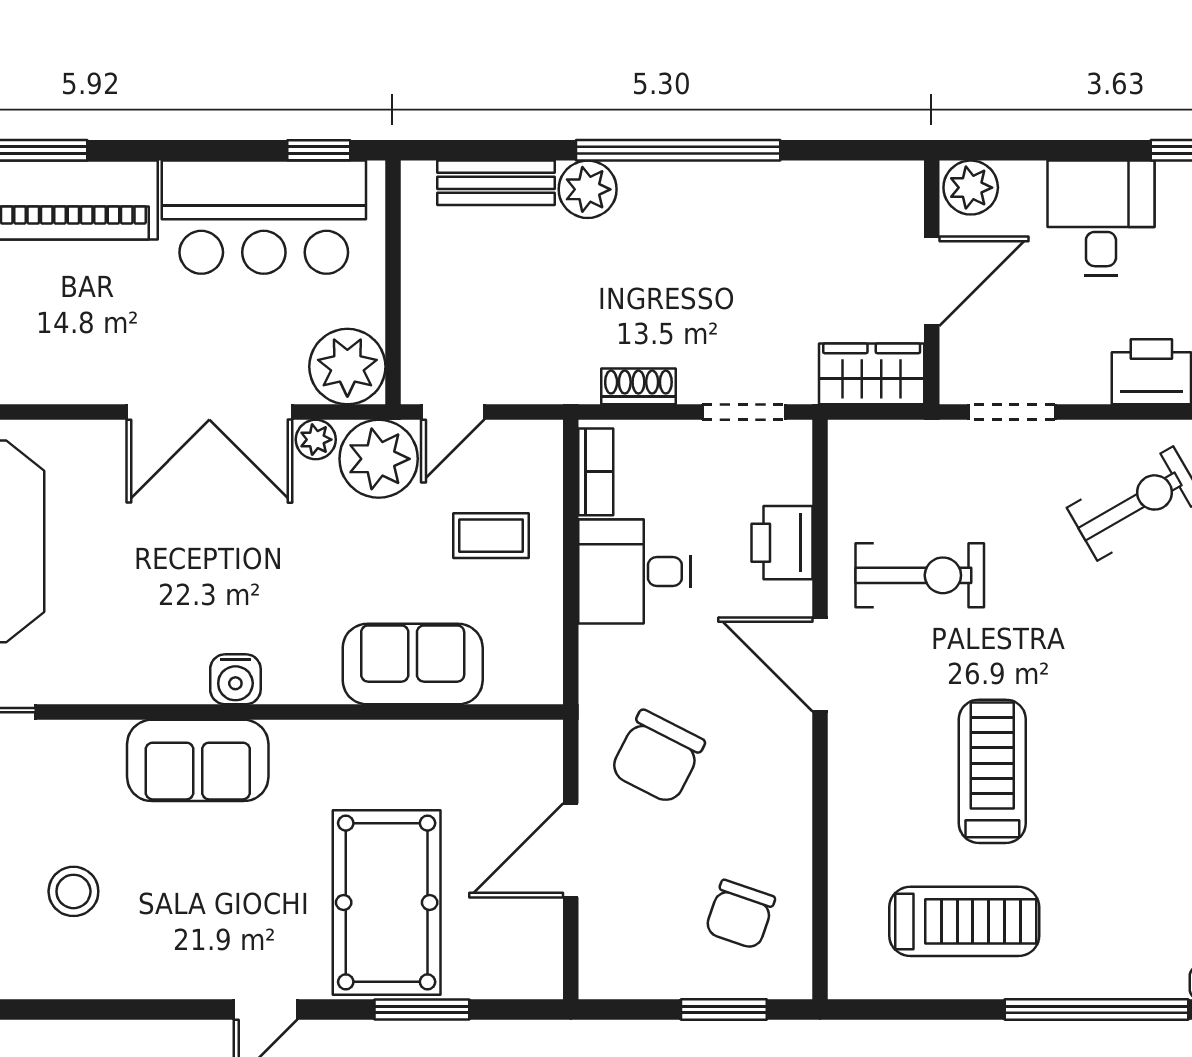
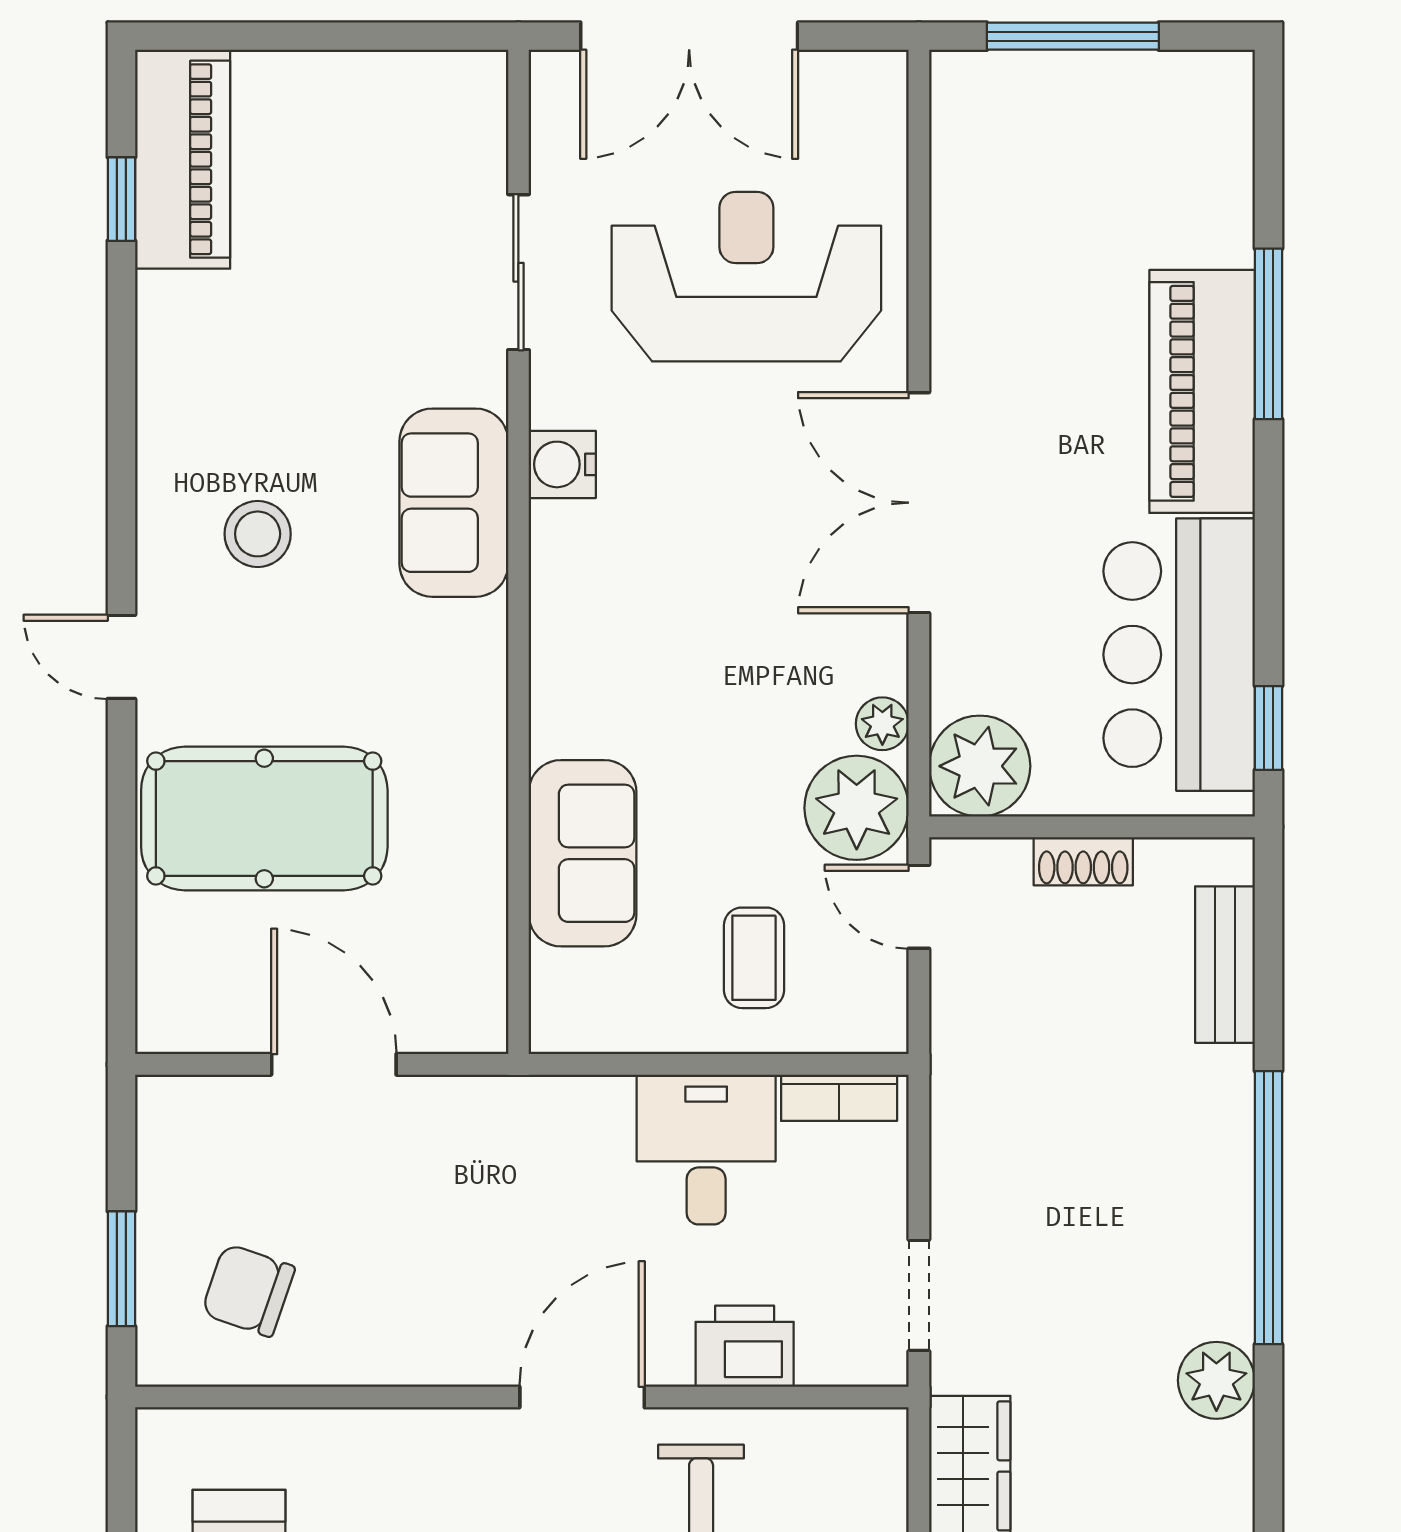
plant: (588, 189) -> (1216, 1380), moved
shoe rack: (638, 386) -> (1083, 861), moved, turned 90
double door: (209, 412) -> (919, 503), moved
water cooler: (235, 679) -> (562, 464), moved
chair: (657, 757) -> (458, 1180), removed
sofa: (198, 760) -> (454, 503), moved
stool: (73, 891) -> (258, 534), moved
window: (422, 1009) -> (121, 866), removed

